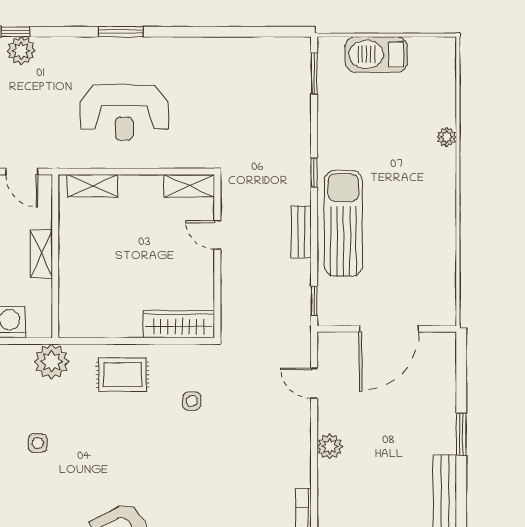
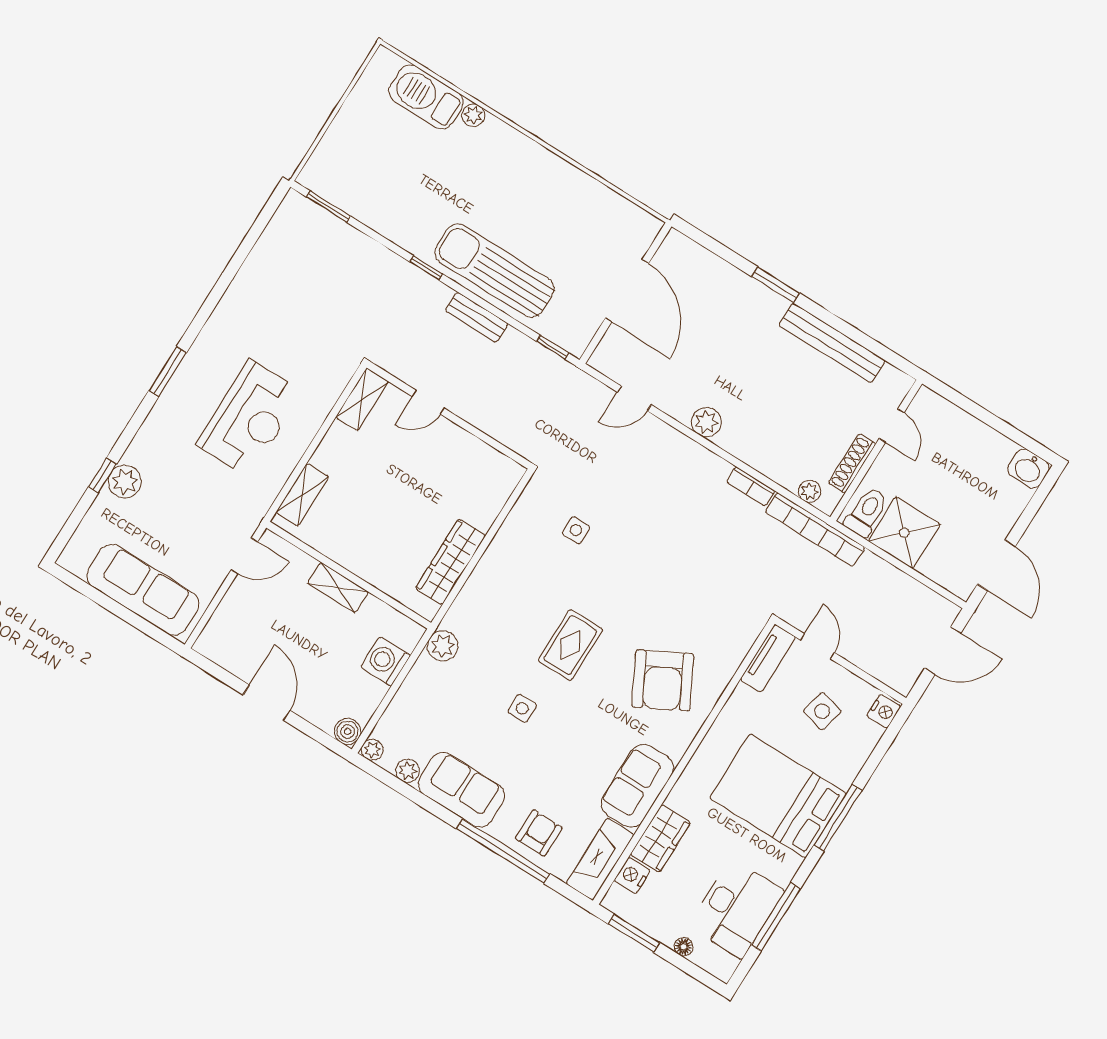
barbecue: (376, 54) -> (426, 97), moved, turned 90
wardrobe: (179, 324) -> (451, 562), moved
plant: (52, 362) -> (443, 646), width x0.73, depth x0.73
rug: (123, 375) -> (570, 645), moved

